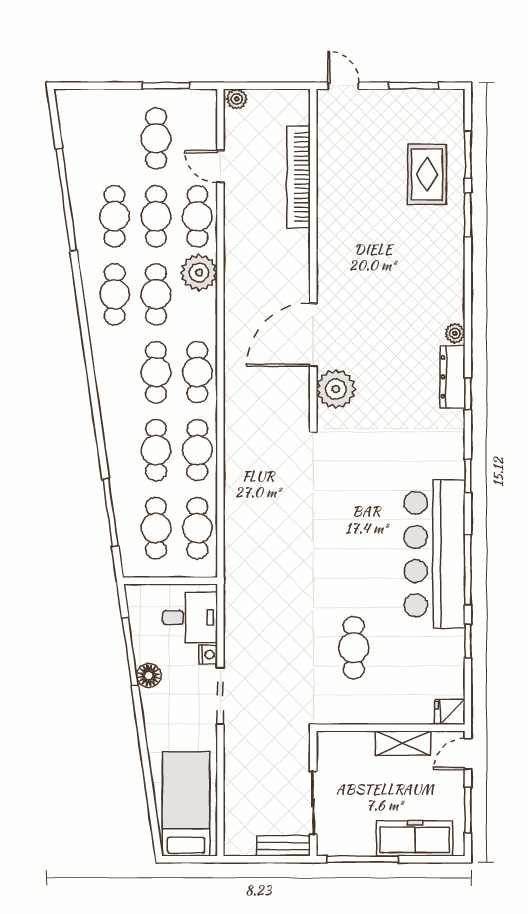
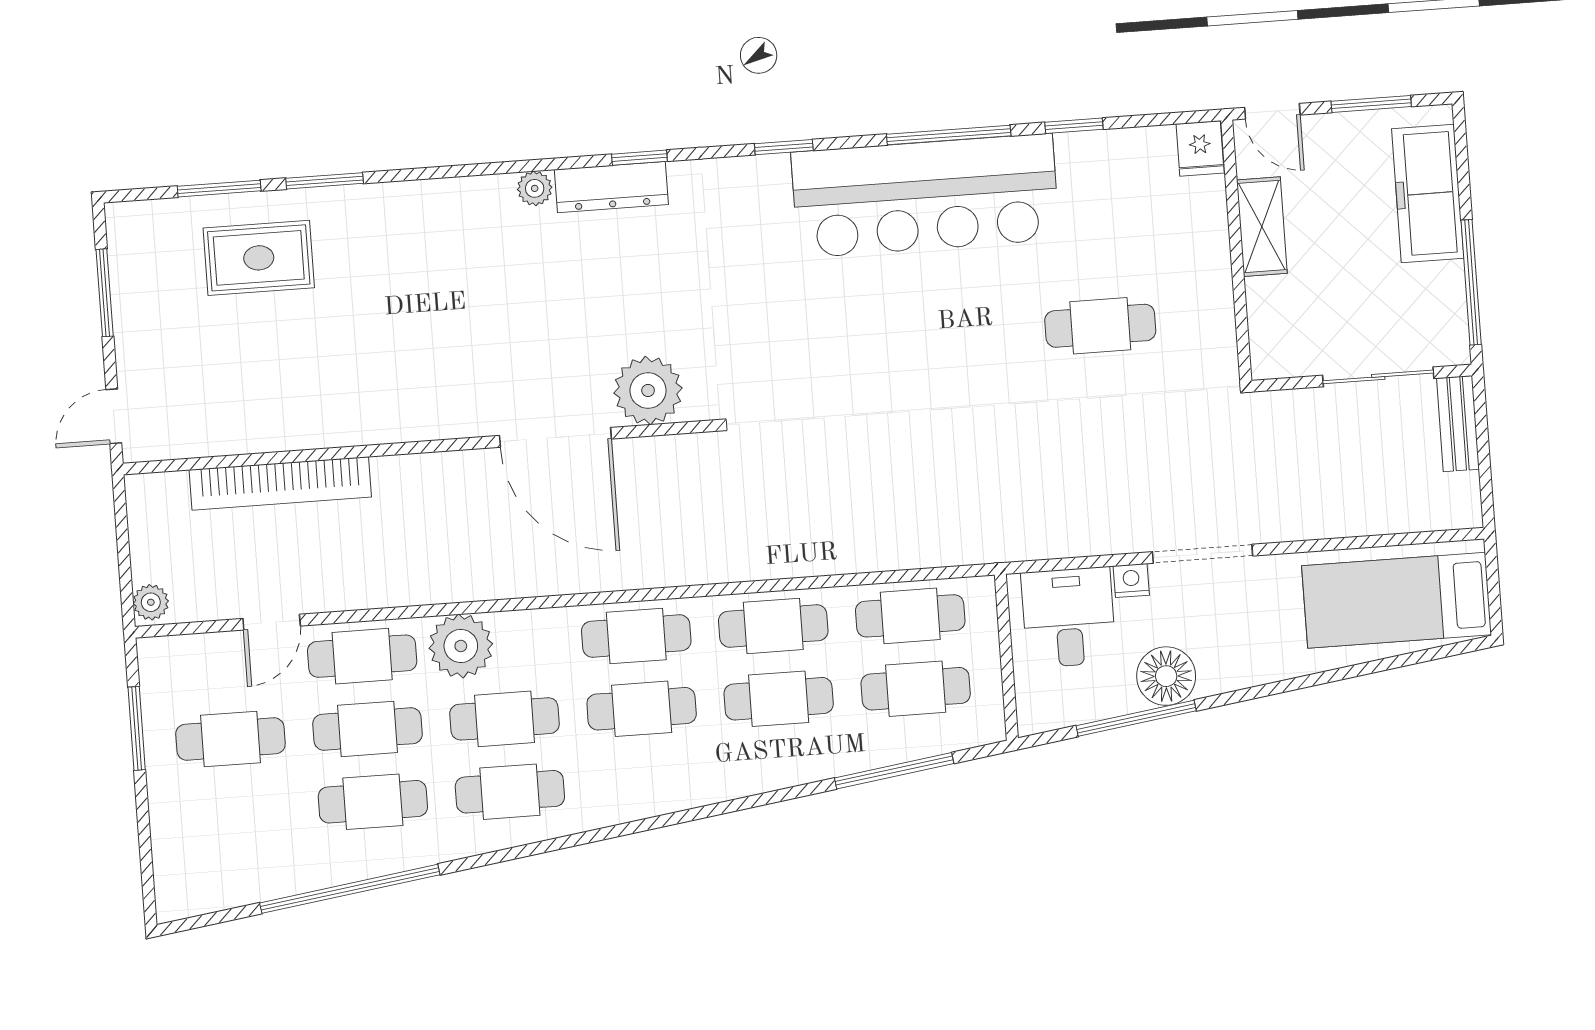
floor lamp: (149, 675) -> (1166, 676), width x1.38, depth x1.38

